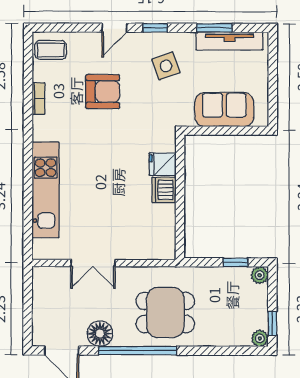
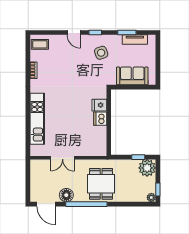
door: (114, 28) -> (74, 33), hinge flipped
tv unit: (229, 41) -> (135, 40), width x0.71
armchair: (103, 92) -> (68, 66), removed
plant: (260, 275) -> (147, 168), width x1.87, depth x1.87
dining table: (165, 313) -> (101, 184), turned 90

